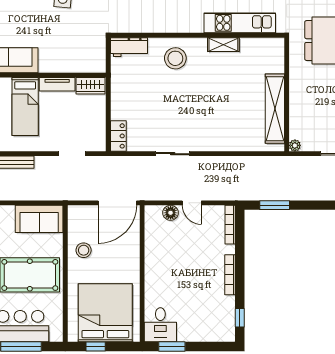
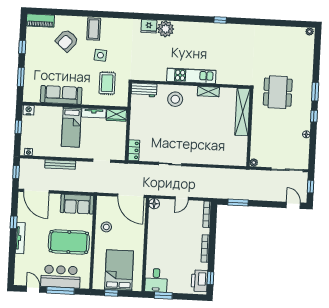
kitchen unit: (240, 23) -> (191, 76), moved
rug: (74, 40) -> (107, 83), added
shelving: (275, 109) -> (243, 112), moved
door: (117, 203) -> (131, 196), hinge flipped
door: (192, 203) -> (182, 198), hinge flipped
floor lamp: (171, 213) -> (154, 204), moved
bed: (105, 313) -> (119, 270), width x0.73
printer: (224, 323) -> (199, 281), added

